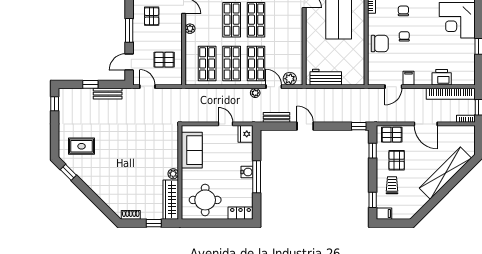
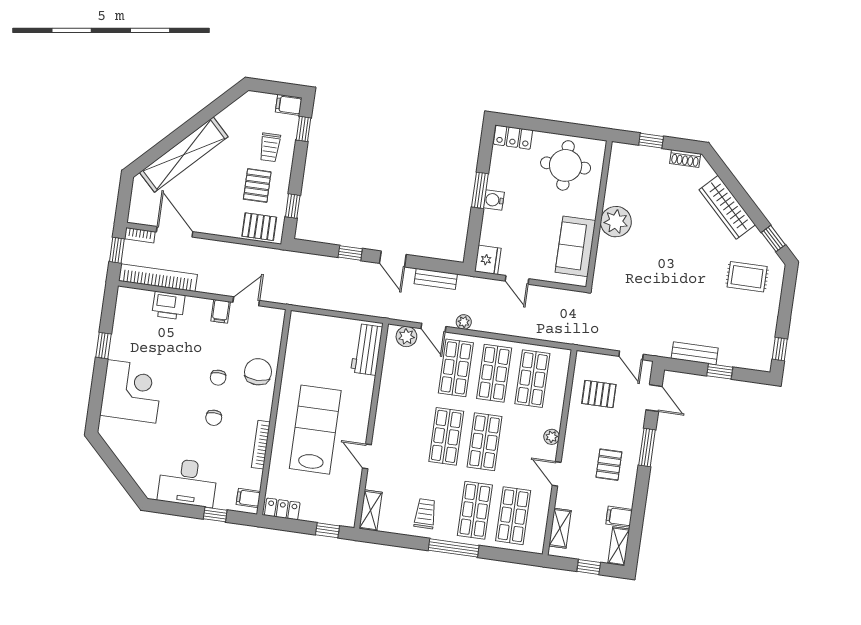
chair: (380, 44) -> (258, 372), turned 90
door: (129, 62) -> (654, 398), hinge flipped
workbench: (326, 77) -> (367, 349), moved, turned 90
door: (426, 124) -> (175, 232), moved
window: (359, 126) -> (350, 253), moved
plant: (173, 174) -> (616, 222), width x1.87, depth x1.87
window: (257, 177) -> (480, 190), width x0.69
wardrobe: (171, 200) -> (727, 207), moved, turned 135

